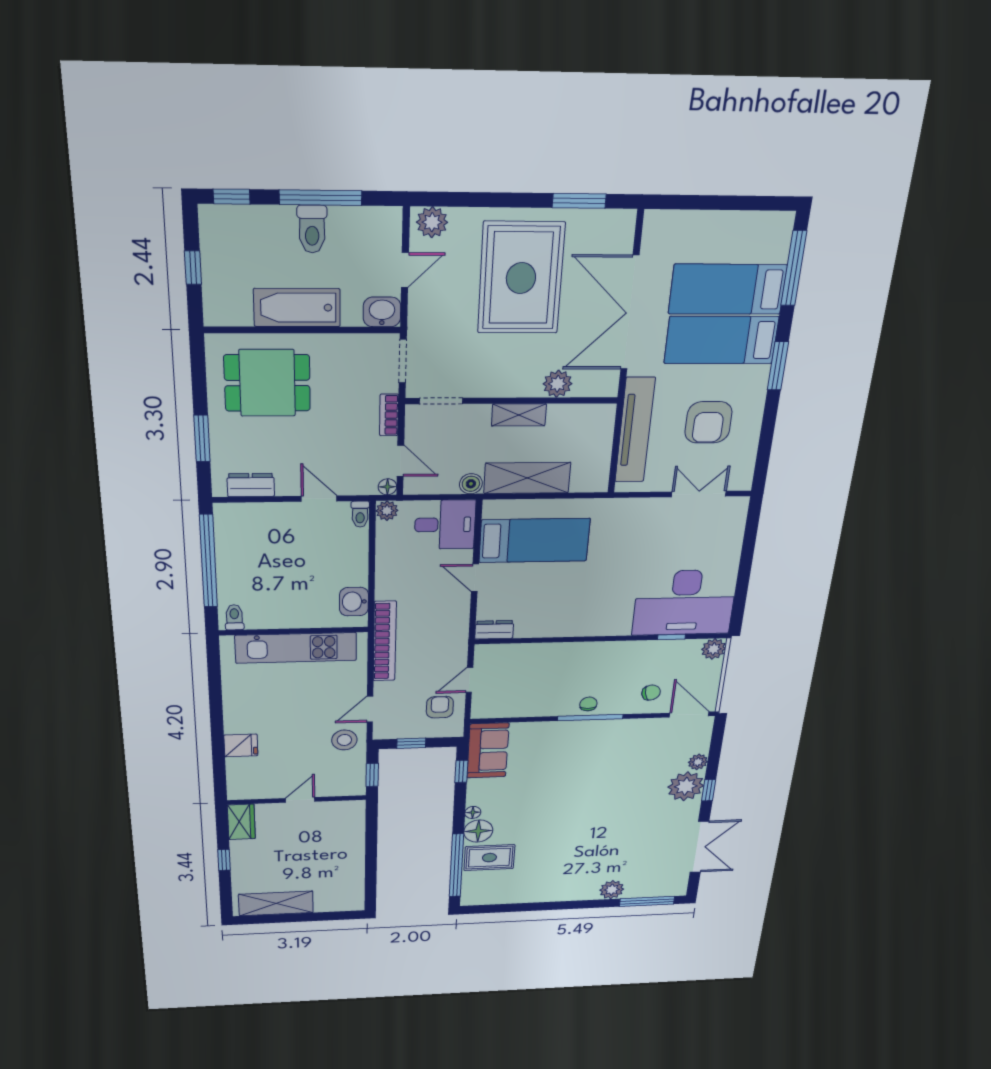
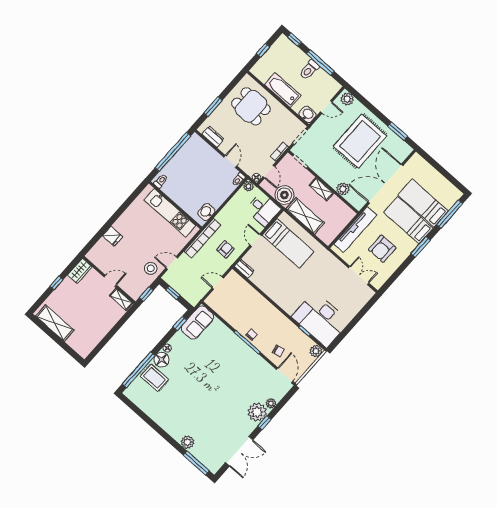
boiler: (471, 484) -> (284, 195), width x1.86, depth x1.86
armchair: (440, 707) -> (225, 249), moved
shelving: (341, 808) -> (121, 299), added

